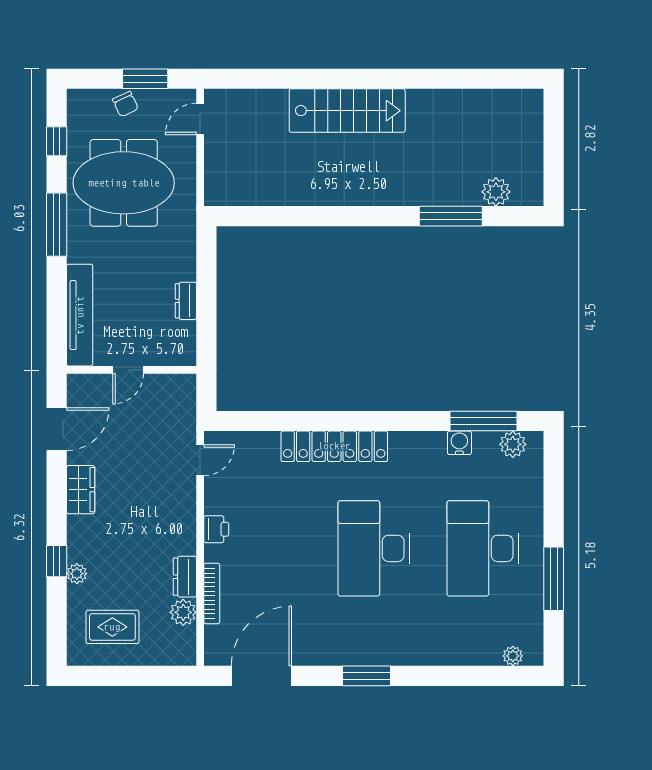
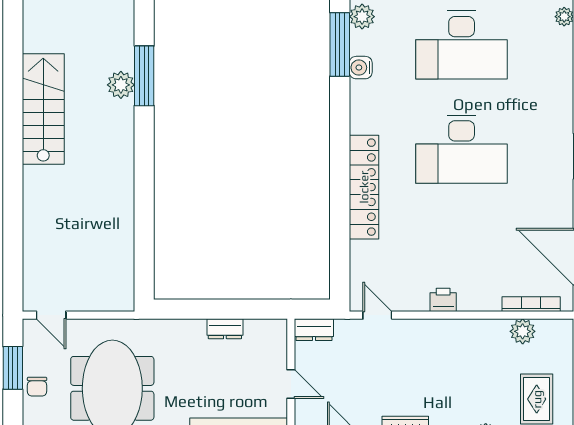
chair: (125, 104) -> (37, 387), turned 115
stairs: (347, 111) -> (43, 109), moved
plant: (496, 192) -> (121, 85), moved
dresser: (185, 577) -> (314, 330), moved
bookcase: (212, 593) -> (531, 304), moved

